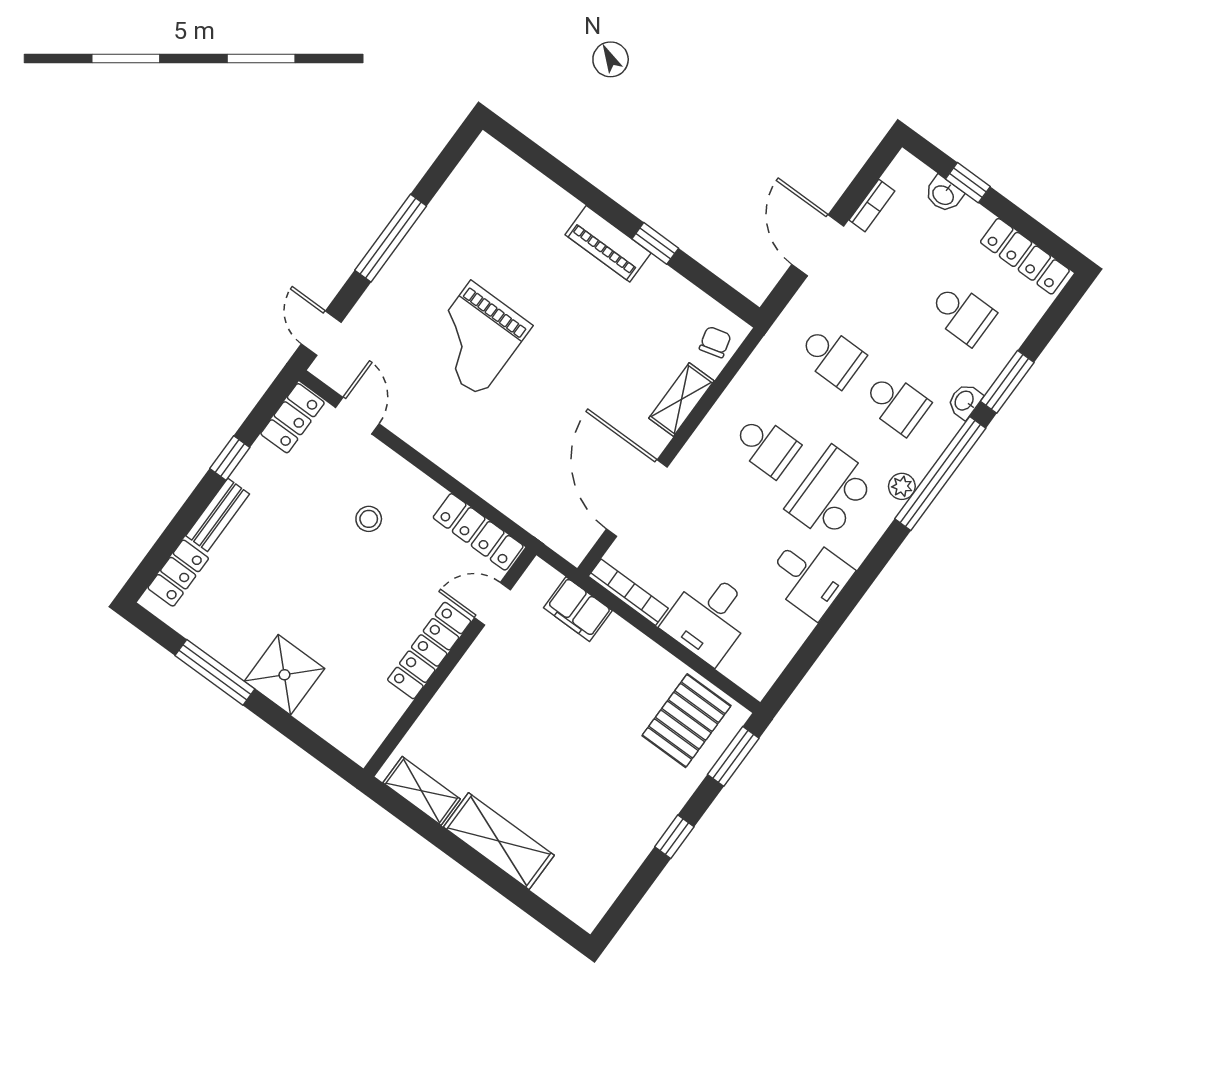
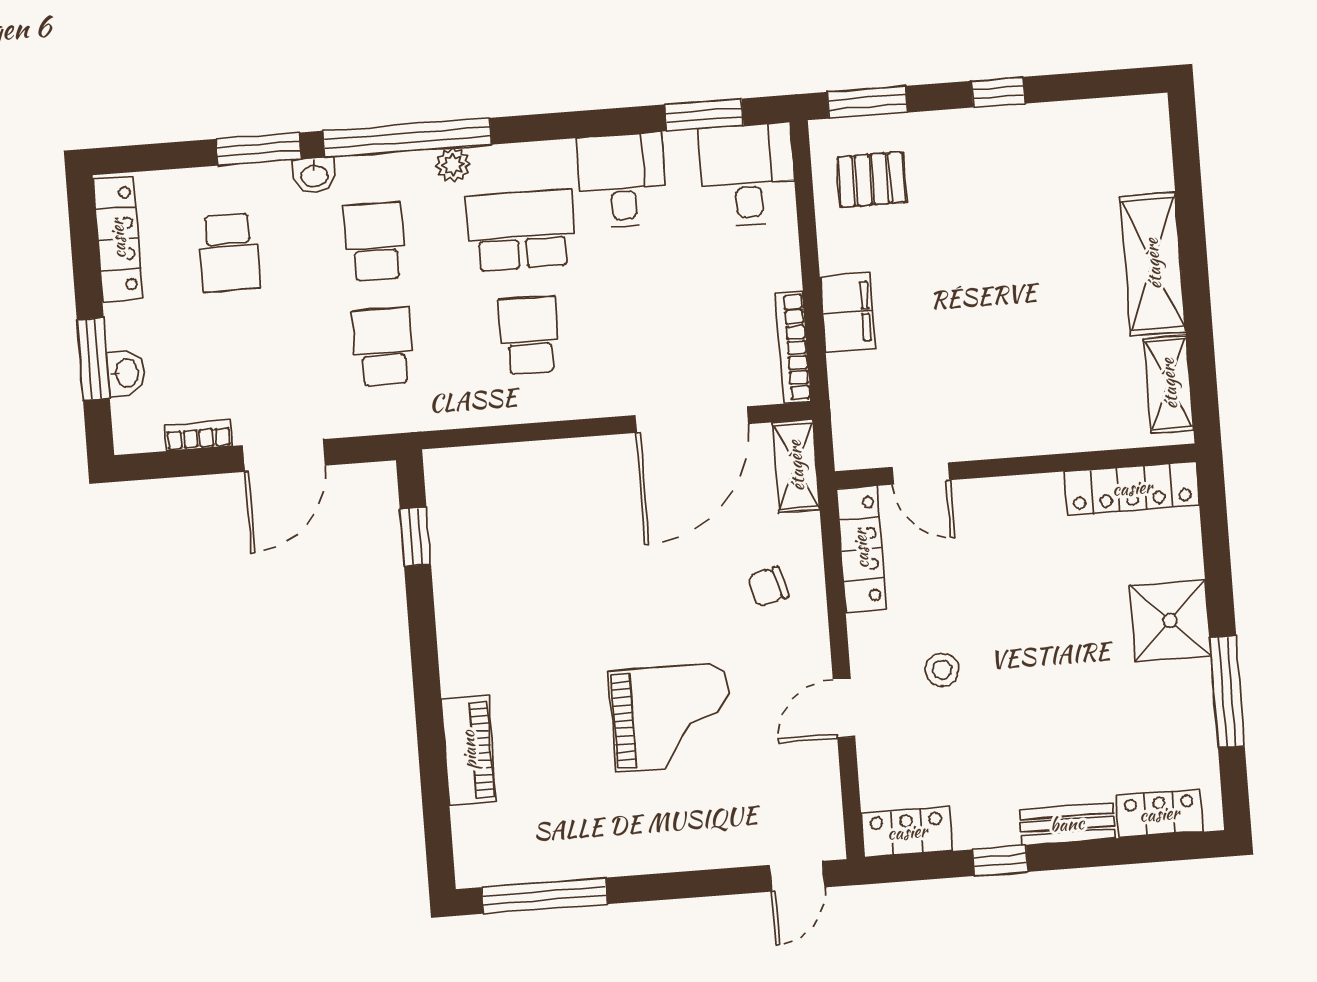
window: (968, 183) -> (93, 359), width x1.50
window: (391, 238) -> (544, 896), moved
window: (655, 243) -> (415, 537), moved
piano: (608, 244) -> (469, 750), moved
school desk: (962, 314) -> (229, 253), turned 180
chair: (715, 342) -> (768, 587), moved
shelving: (681, 400) -> (796, 466), moved, turned 90
door: (357, 416) -> (844, 708), moved
school desk: (831, 493) -> (521, 230), turned 180
filing cabinet: (578, 609) -> (848, 312), moved
desk: (709, 617) -> (748, 175), moved, turned -90
locker: (429, 651) -> (1132, 488), moved
window: (807, 656) -> (704, 115), added
pallet: (686, 721) -> (872, 179), width x0.67, depth x0.71

